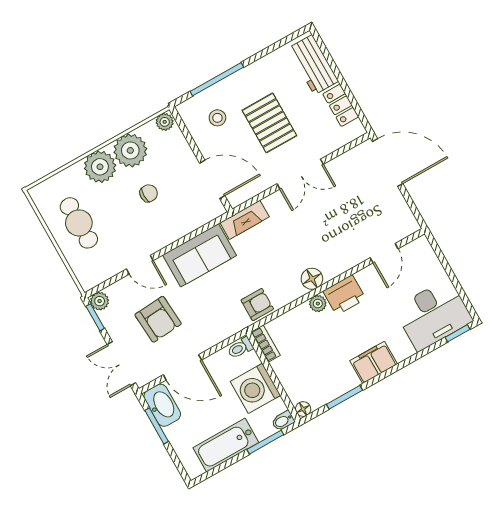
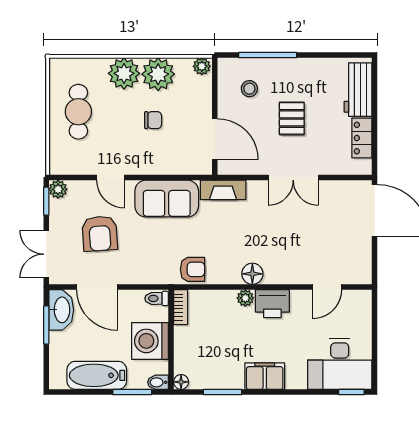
pallet: (269, 123) -> (292, 118), width x0.67, depth x0.71

